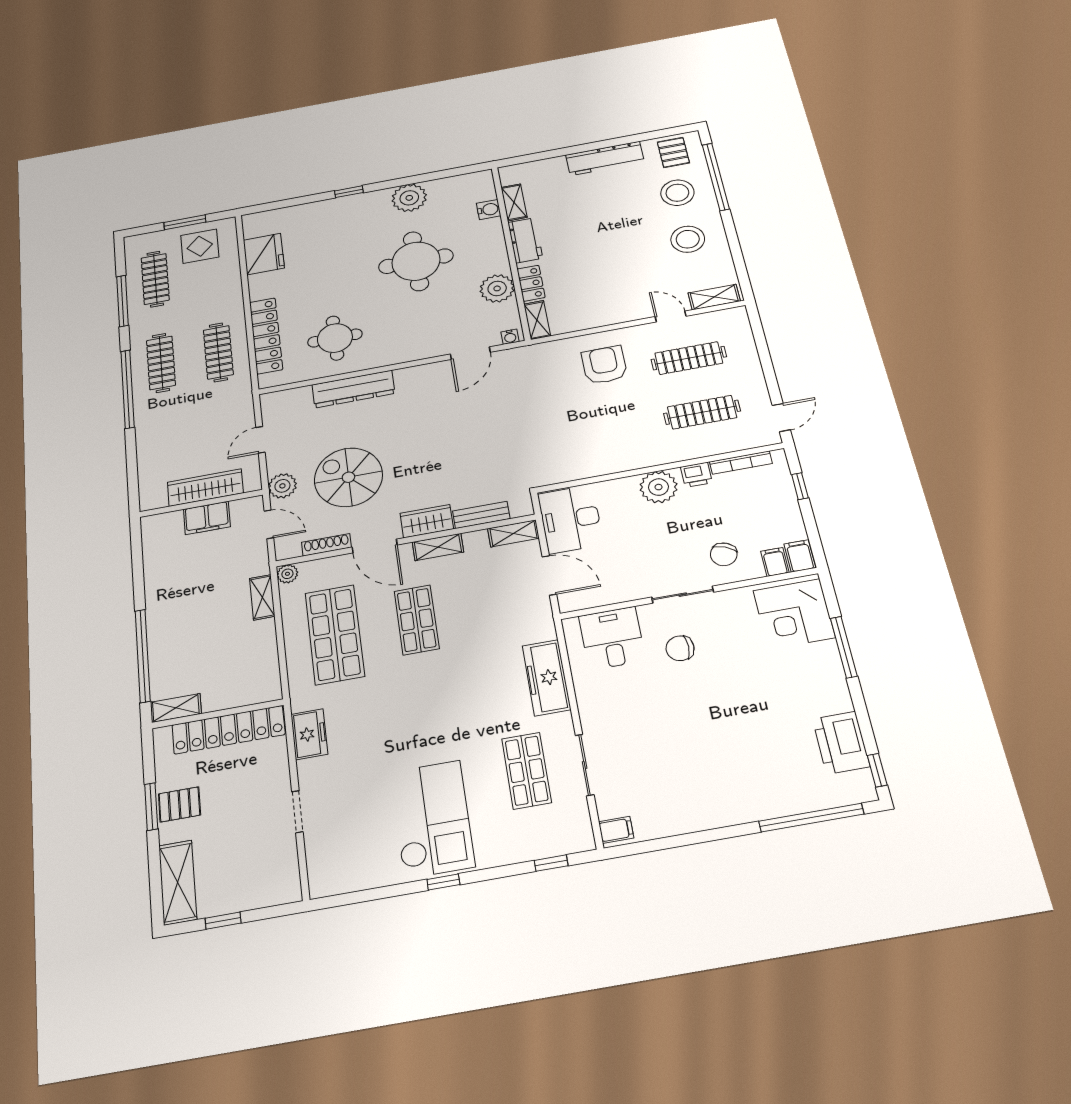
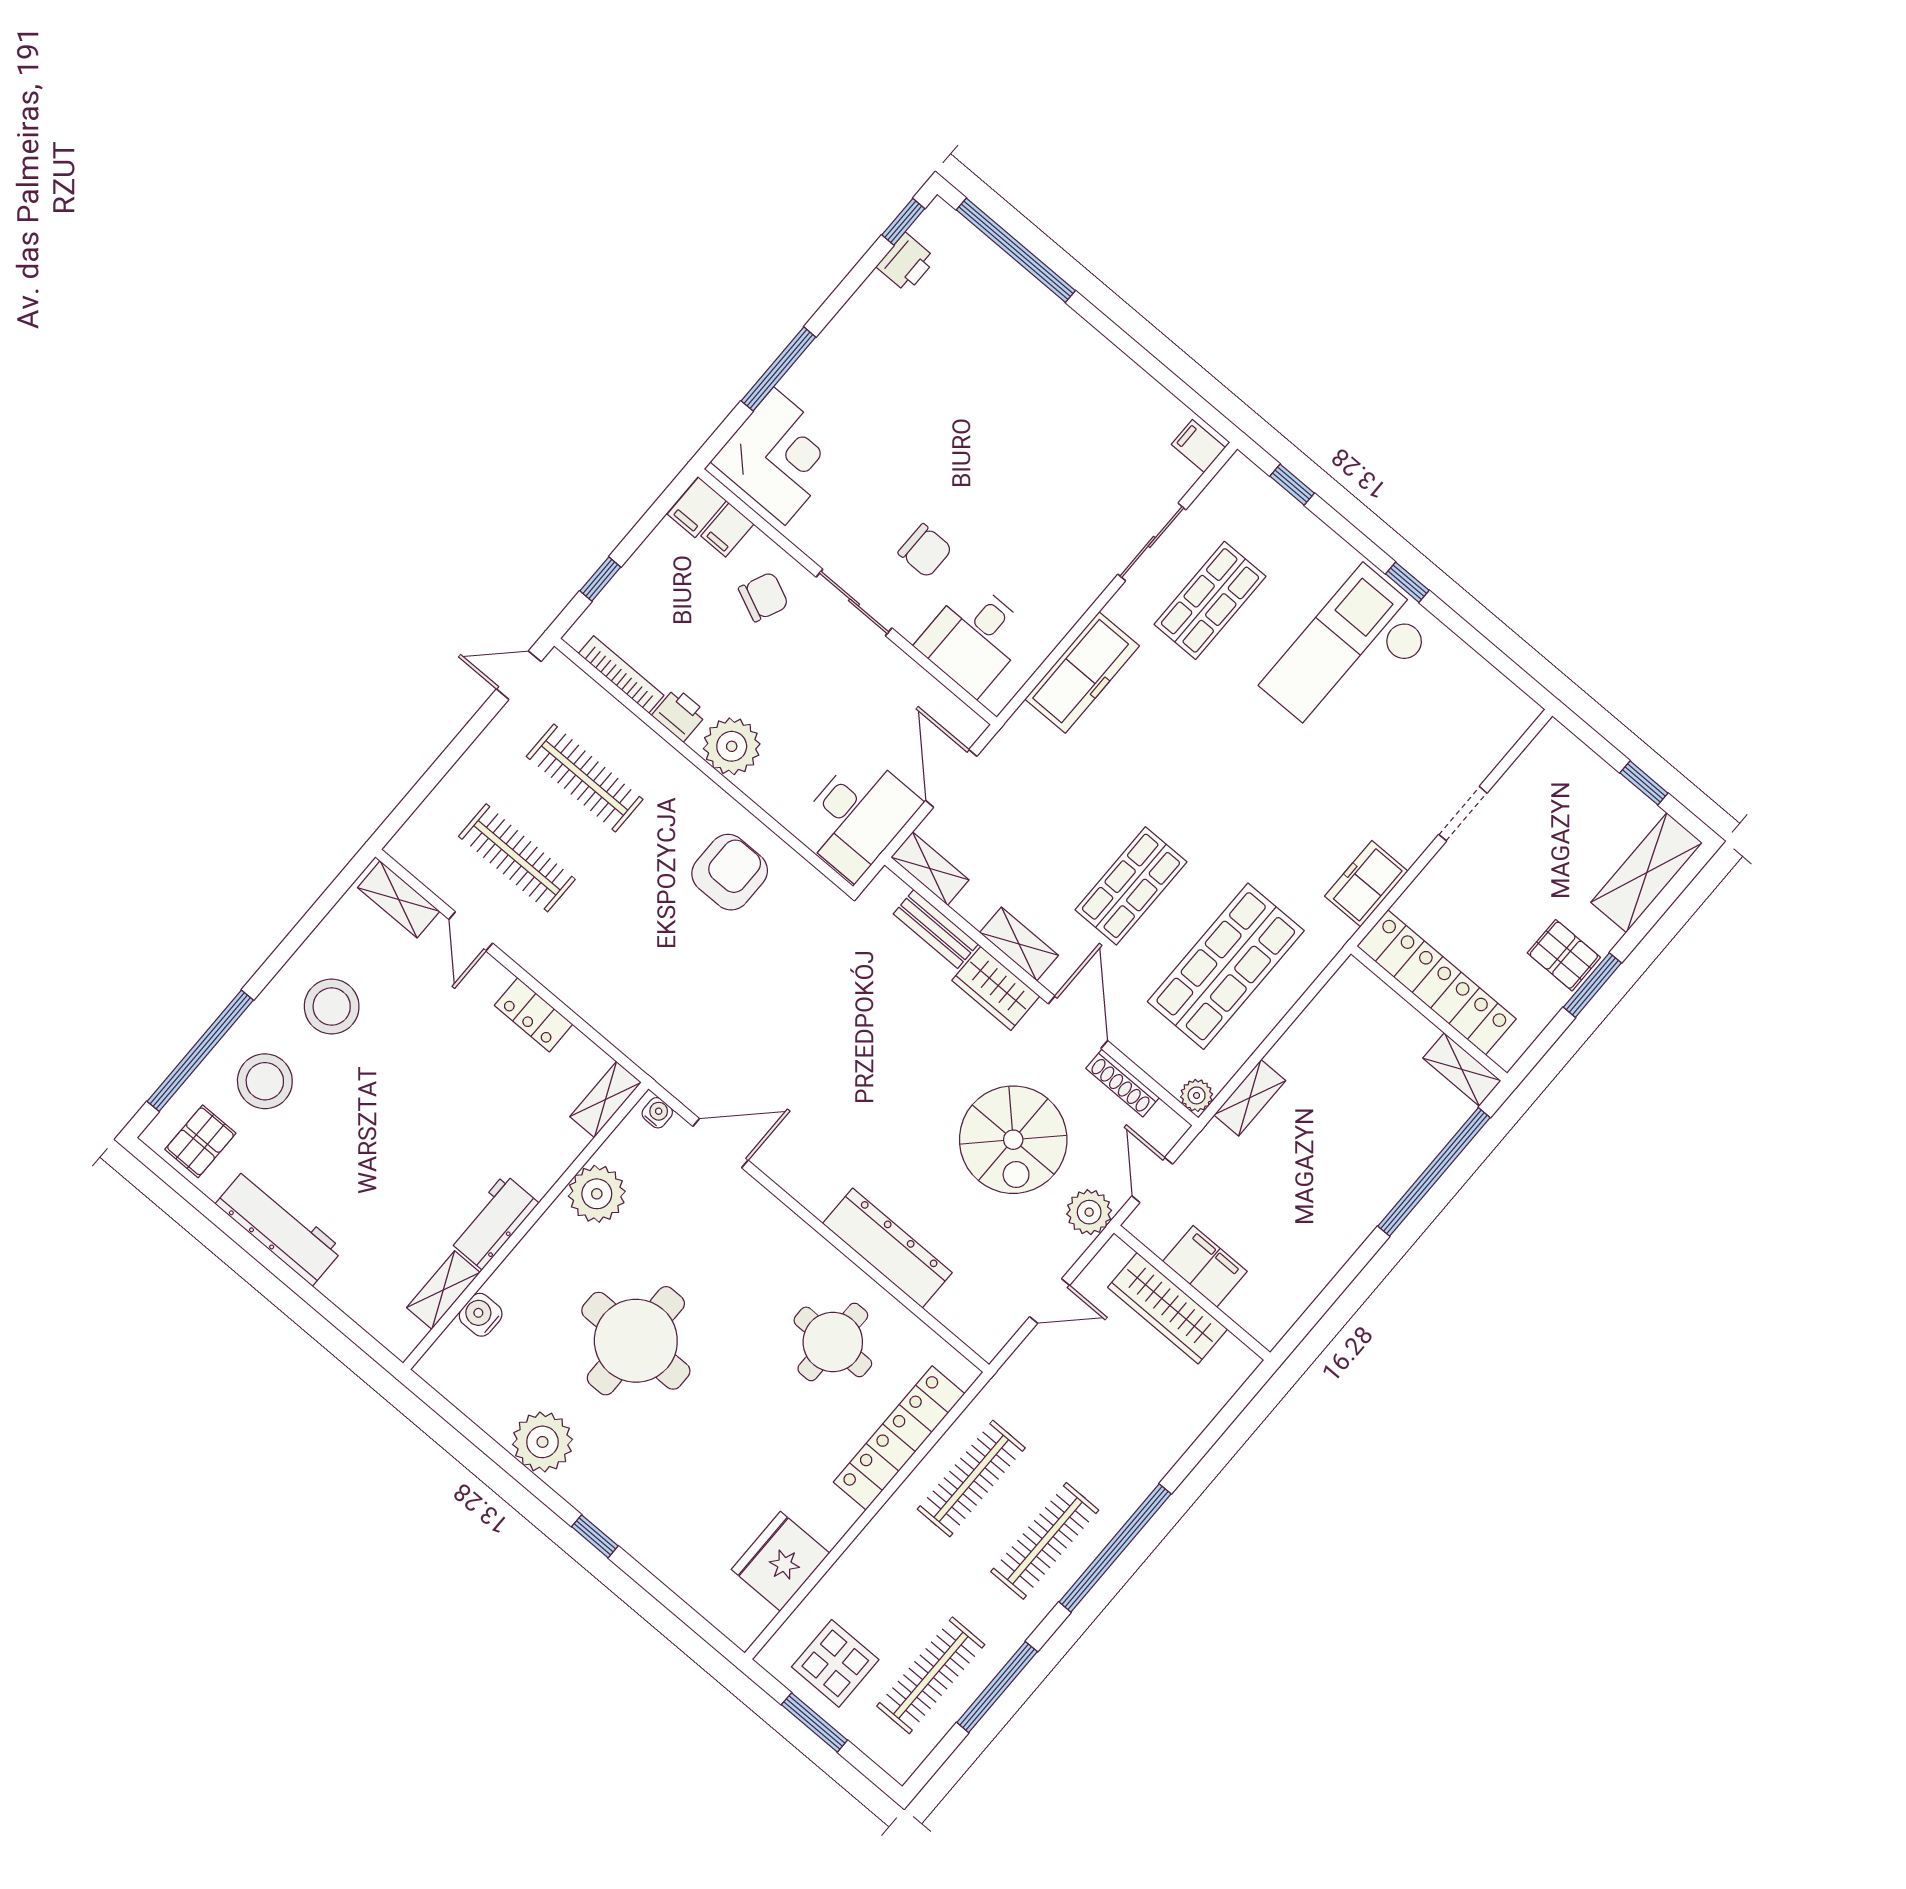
locker: (531, 283) -> (534, 1015), moved, turned -90
armchair: (604, 365) -> (730, 872), moved, turned 180
printer: (841, 743) -> (906, 263), width x0.53, depth x0.68

